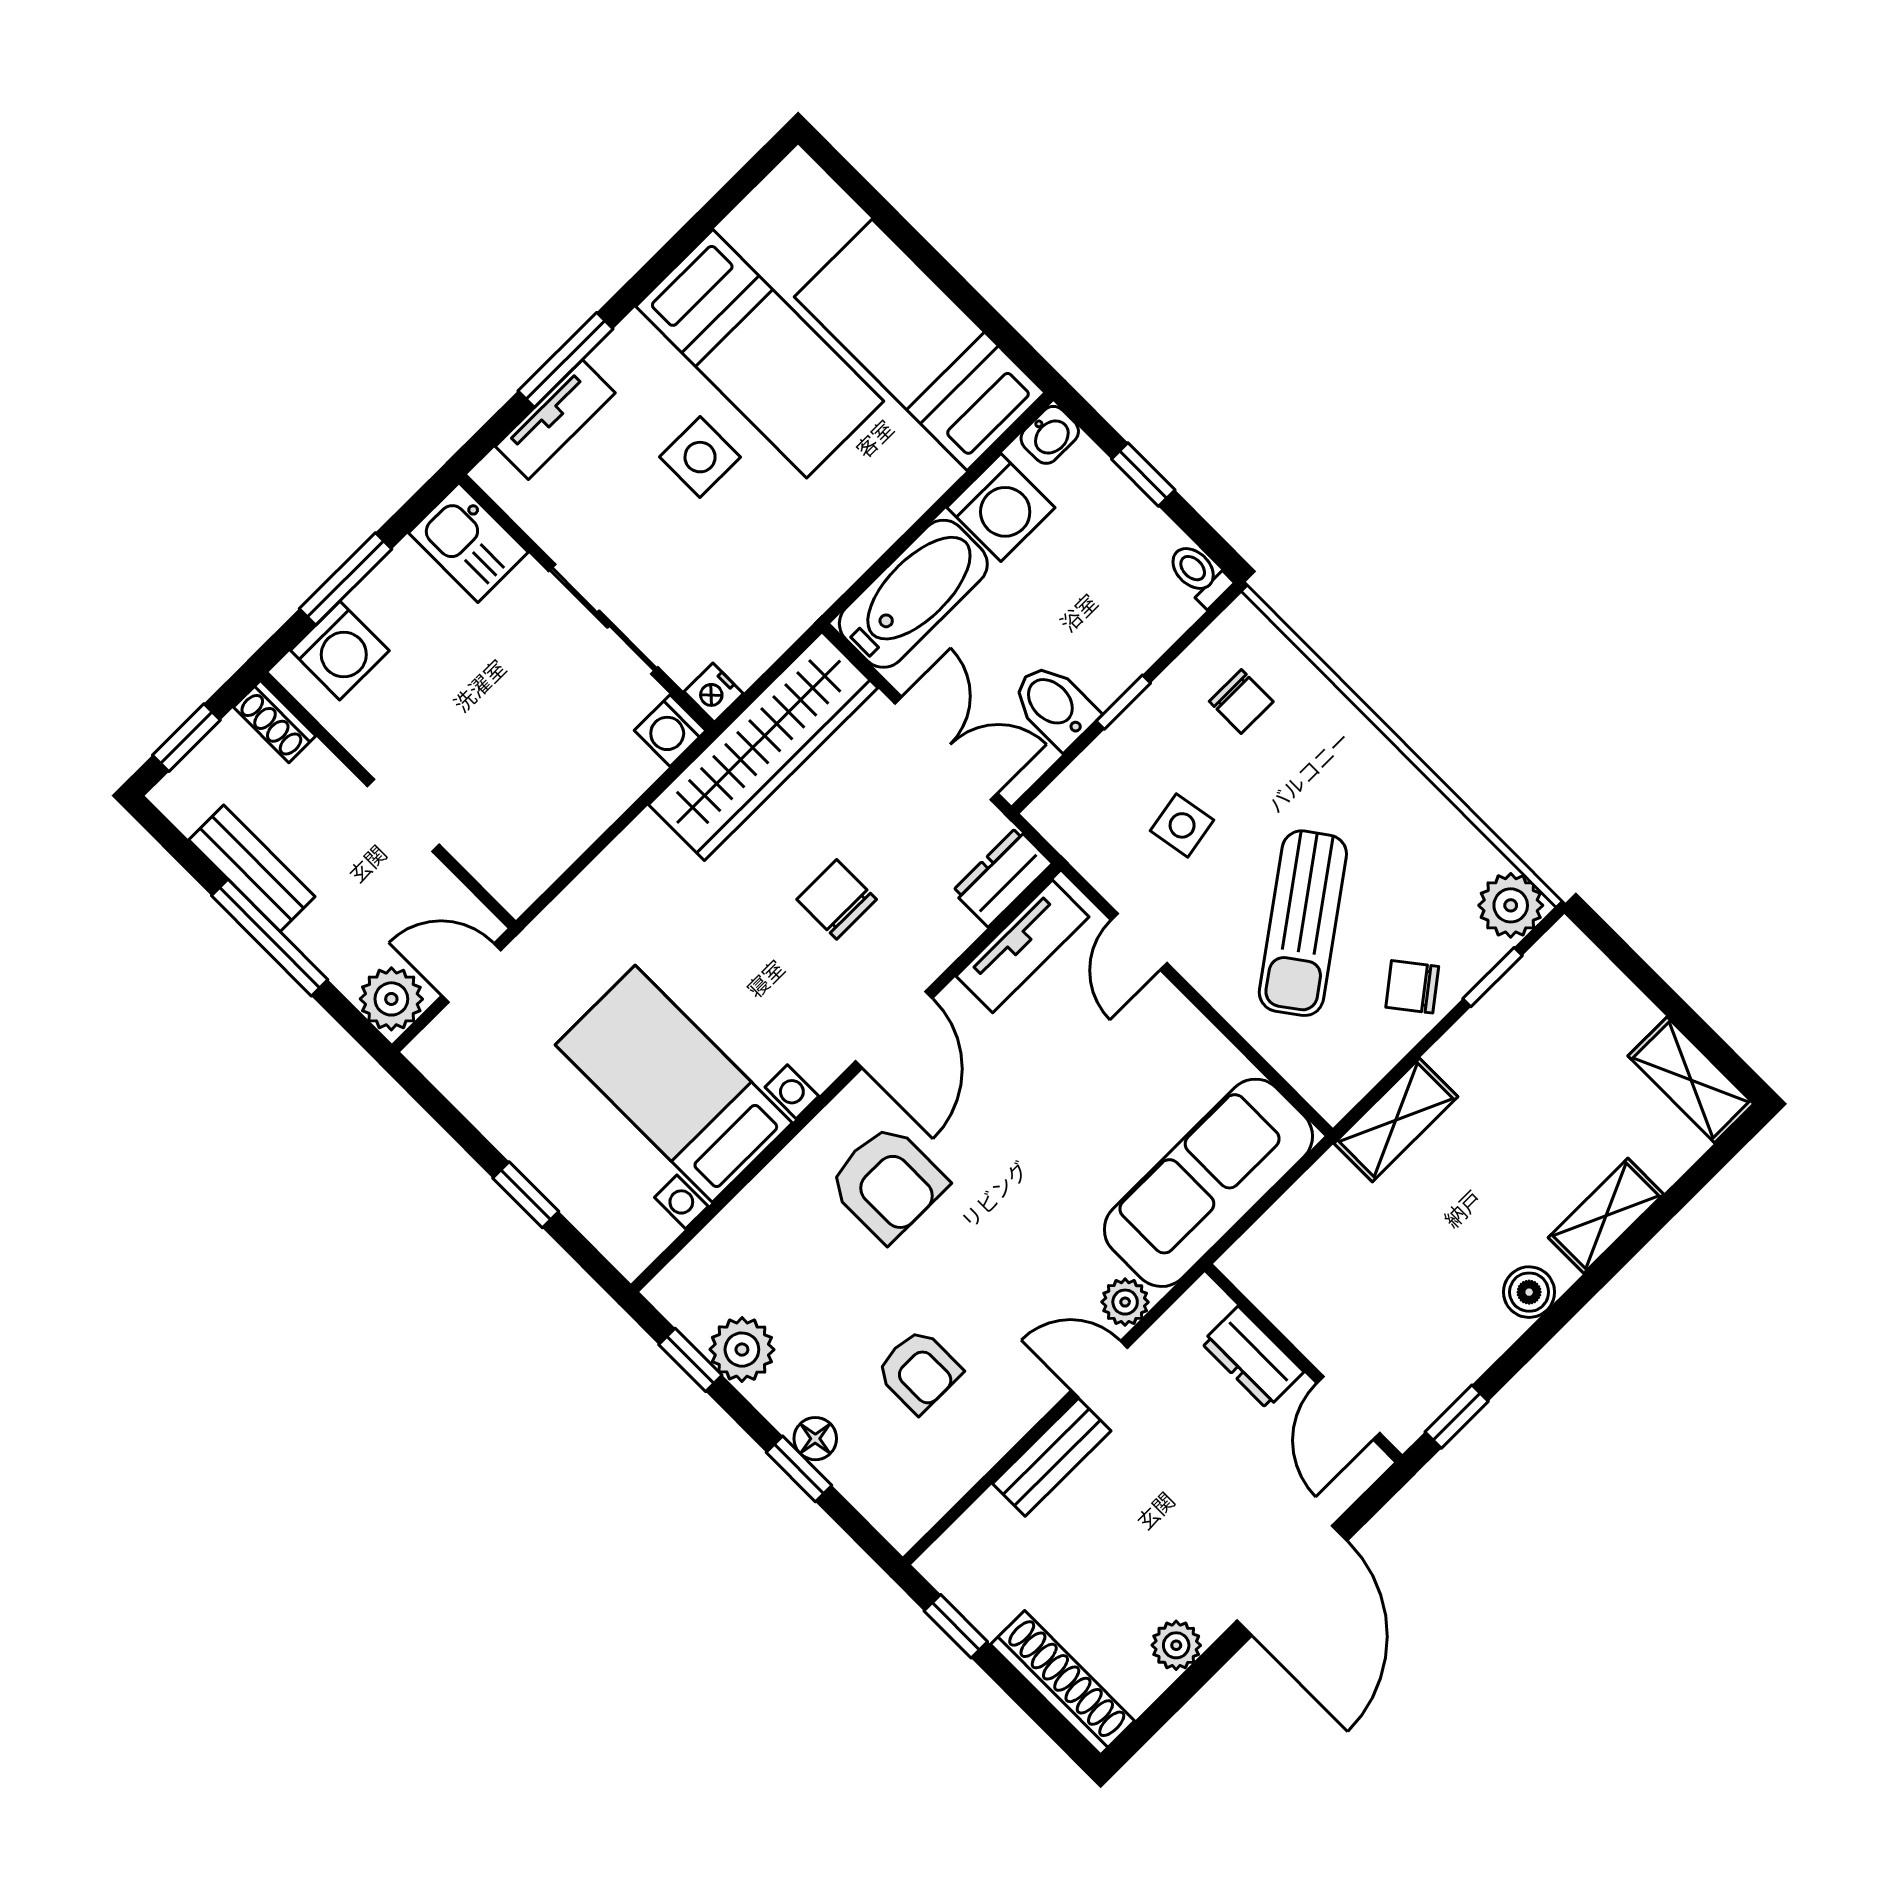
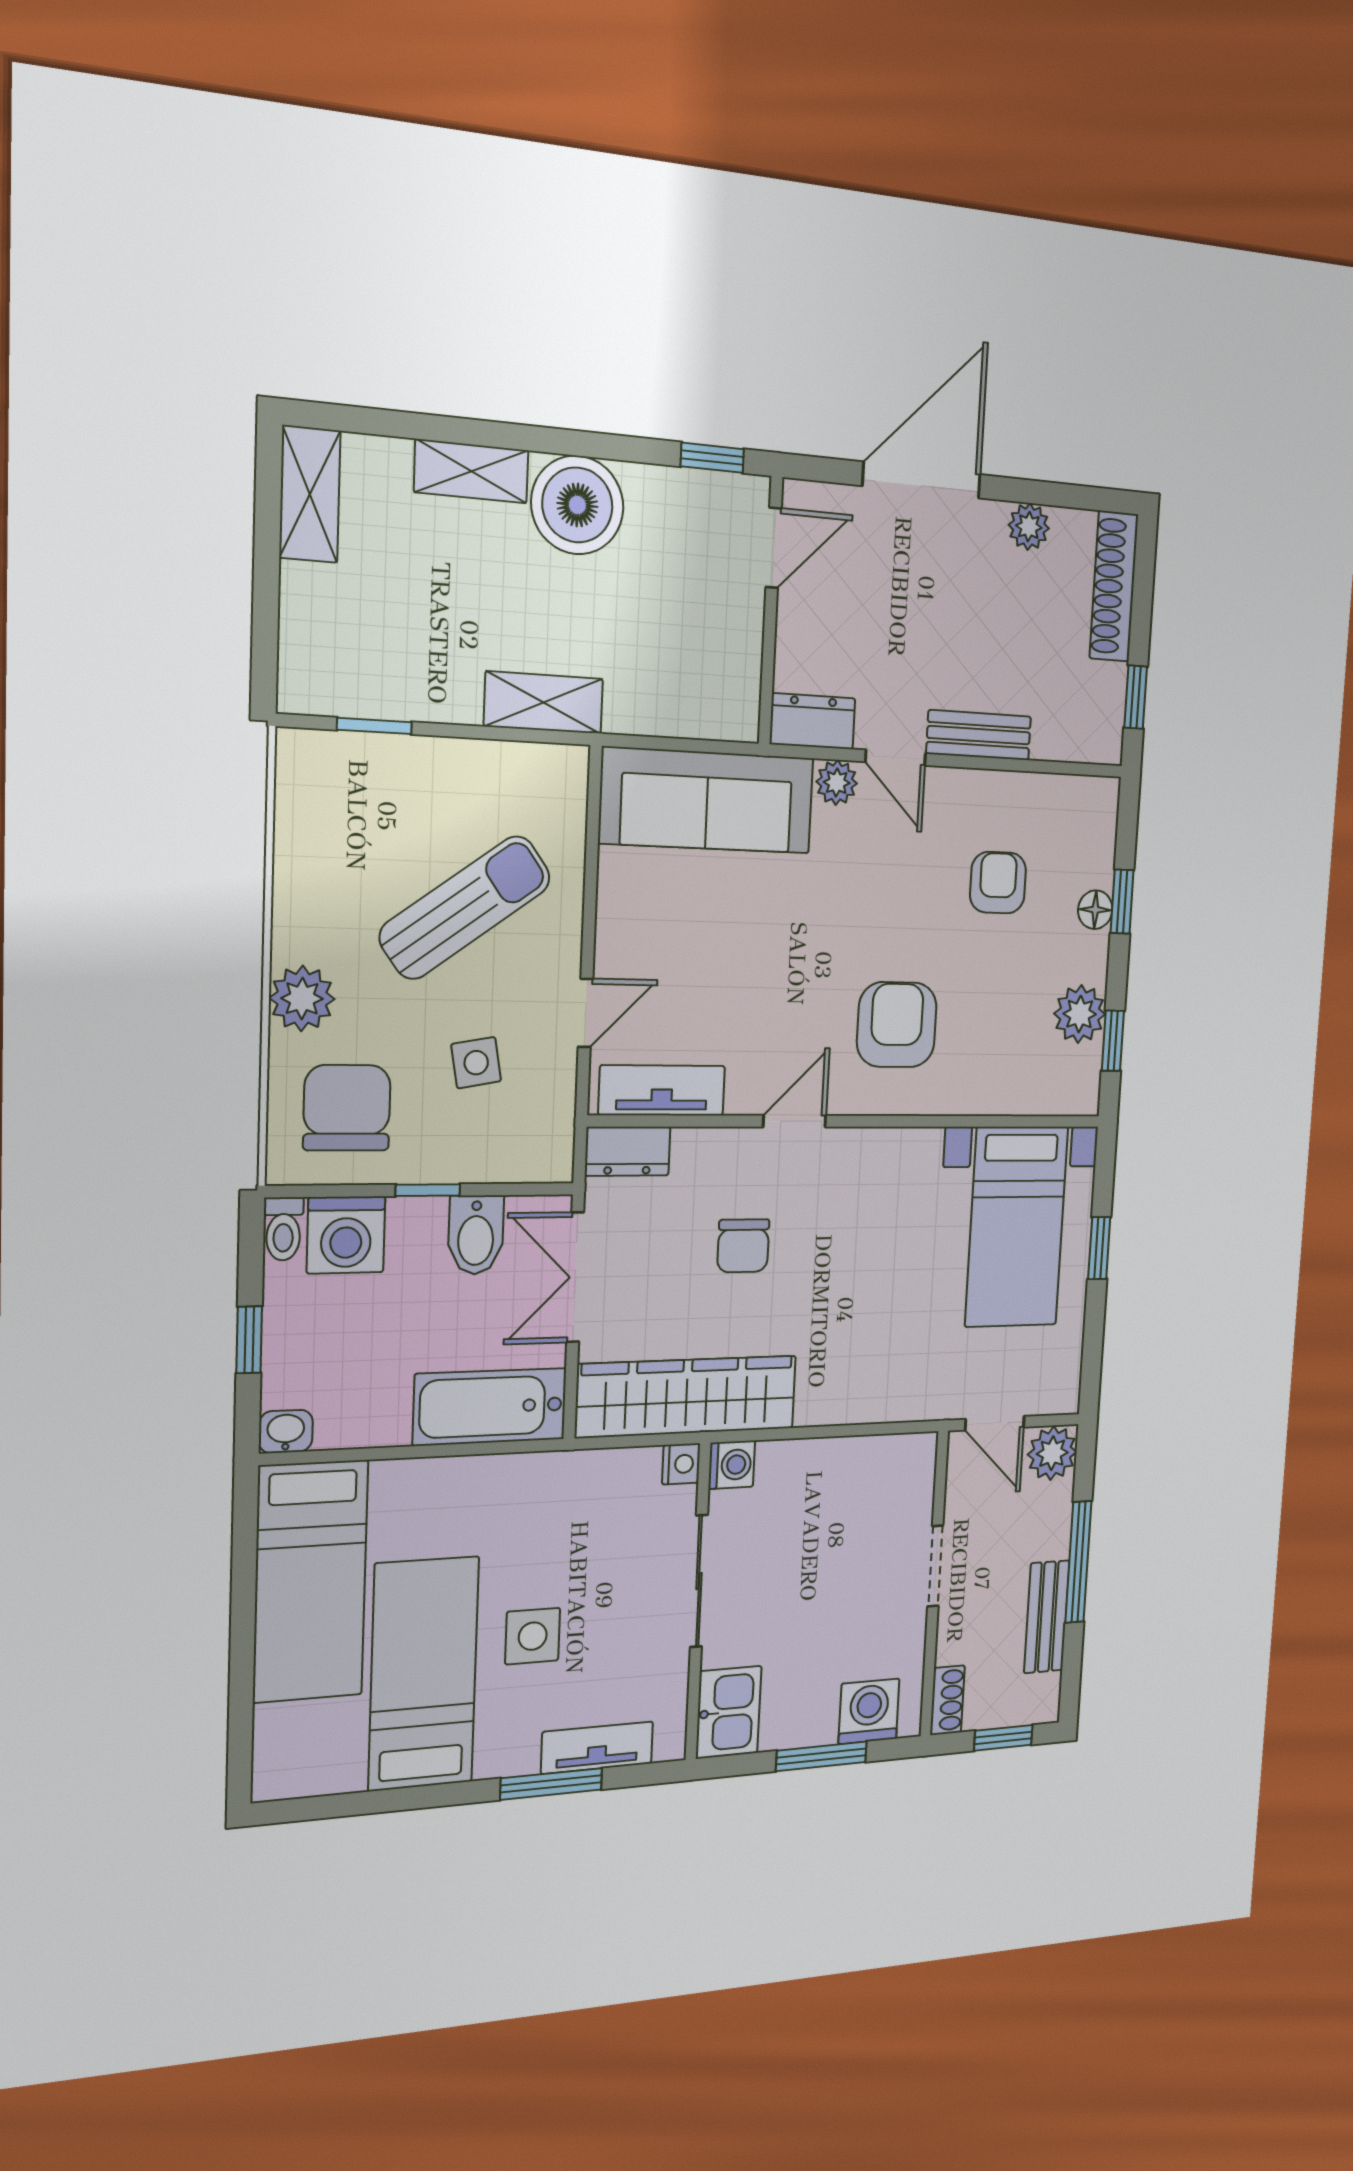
washing machine: (1001, 508) -> (346, 1235), moved, turned 180
chair: (1241, 702) -> (347, 1108), width x1.87, depth x1.87
plant: (1511, 905) -> (302, 998), moved
chair: (1412, 987) -> (437, 781), removed
door: (894, 1030) -> (794, 1121), width x0.73
bed with nightstands: (674, 1084) -> (1017, 1227), moved
boiler: (1529, 1292) -> (577, 505), width x1.86, depth x1.86
dresser: (1252, 1357) -> (813, 721), moved, turned -90

